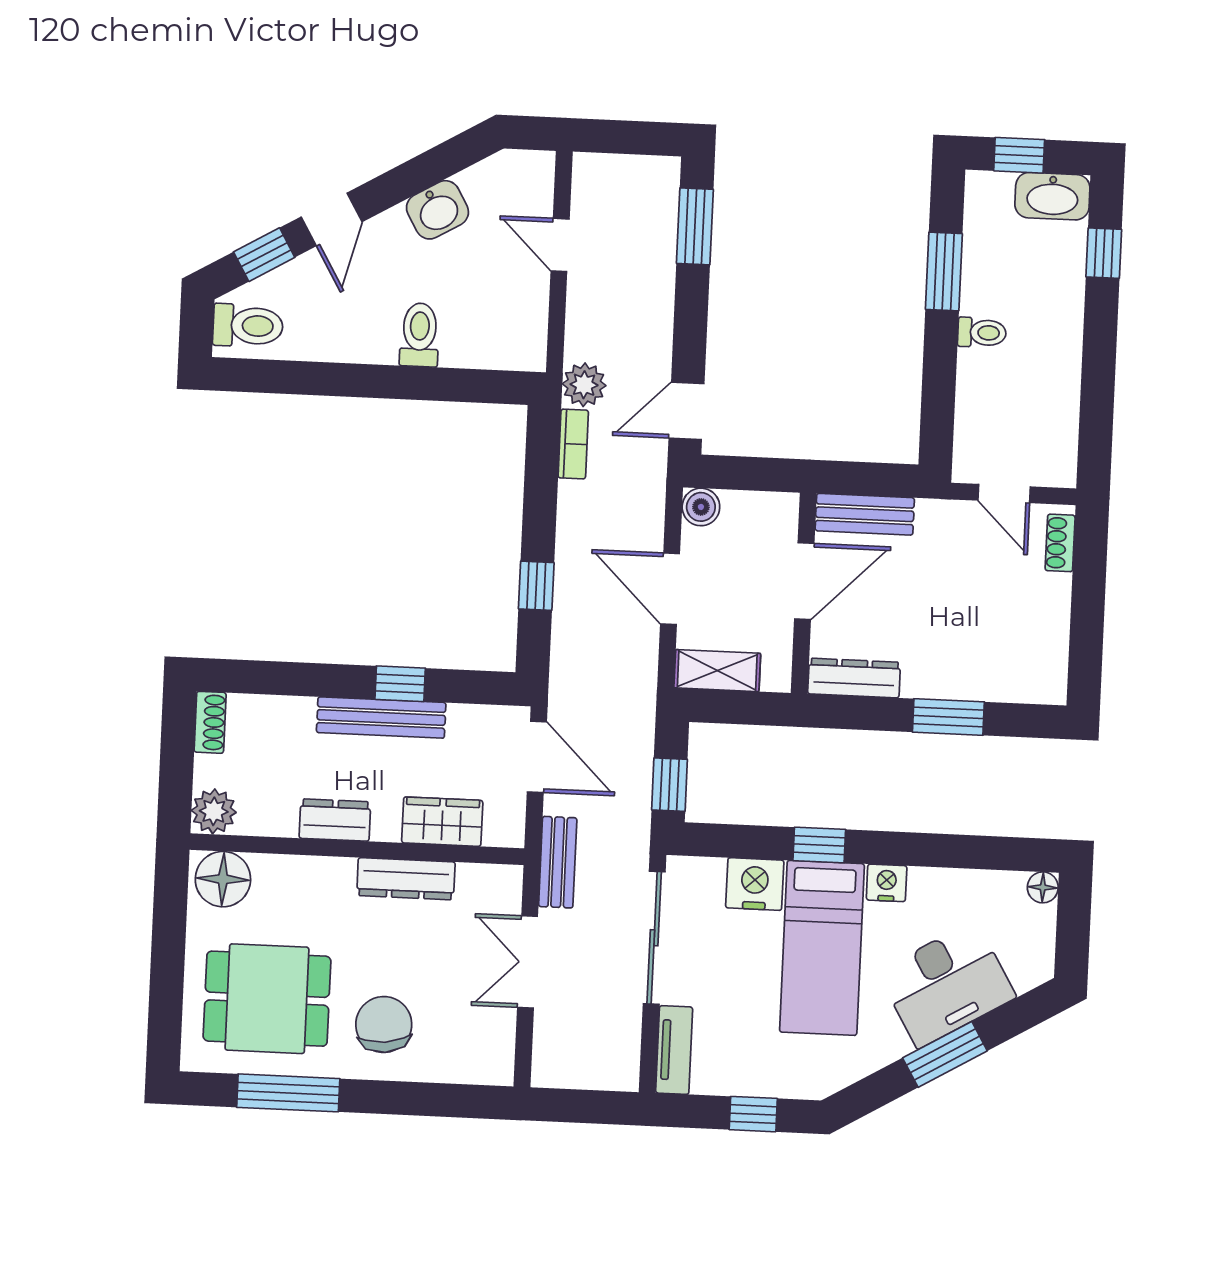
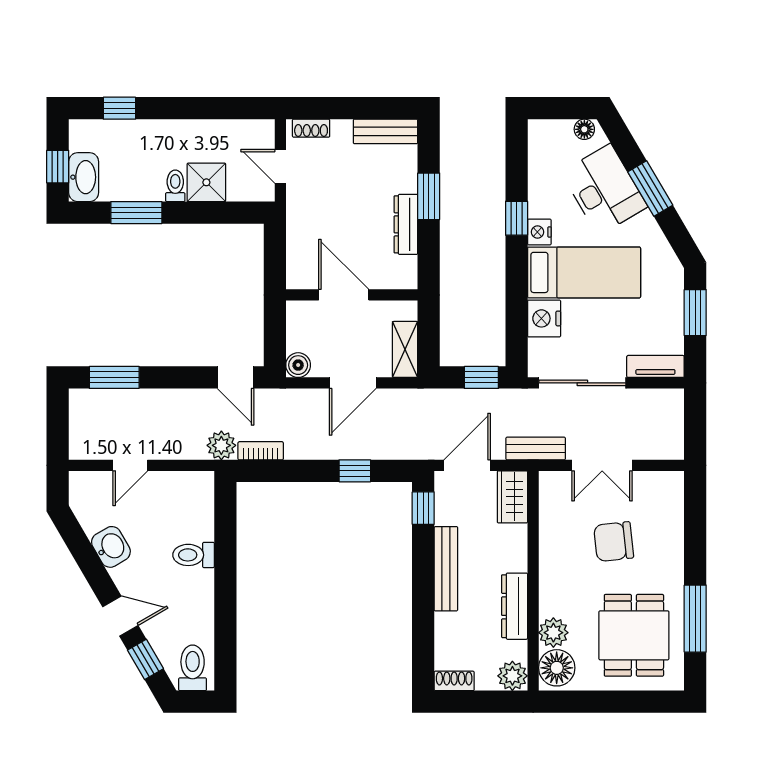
washbasin: (1052, 196) -> (84, 177), moved
shower: (985, 380) -> (206, 182), added
door: (1004, 494) -> (280, 166), swing flipped
bench: (865, 514) -> (385, 131), moved, turned 90
dresser: (854, 678) -> (406, 224), moved
window: (400, 684) -> (423, 508), moved
dresser: (335, 820) -> (515, 606), width x1.44
wardrobe: (442, 822) -> (512, 497), moved
window: (819, 845) -> (517, 218), moved
plant: (277, 876) -> (553, 633), added
dresser: (406, 879) -> (551, 548), removed
floor lamp: (1043, 887) -> (584, 129), moved
chair: (384, 1024) -> (614, 542), moved
window: (753, 1114) -> (695, 313), width x1.50

